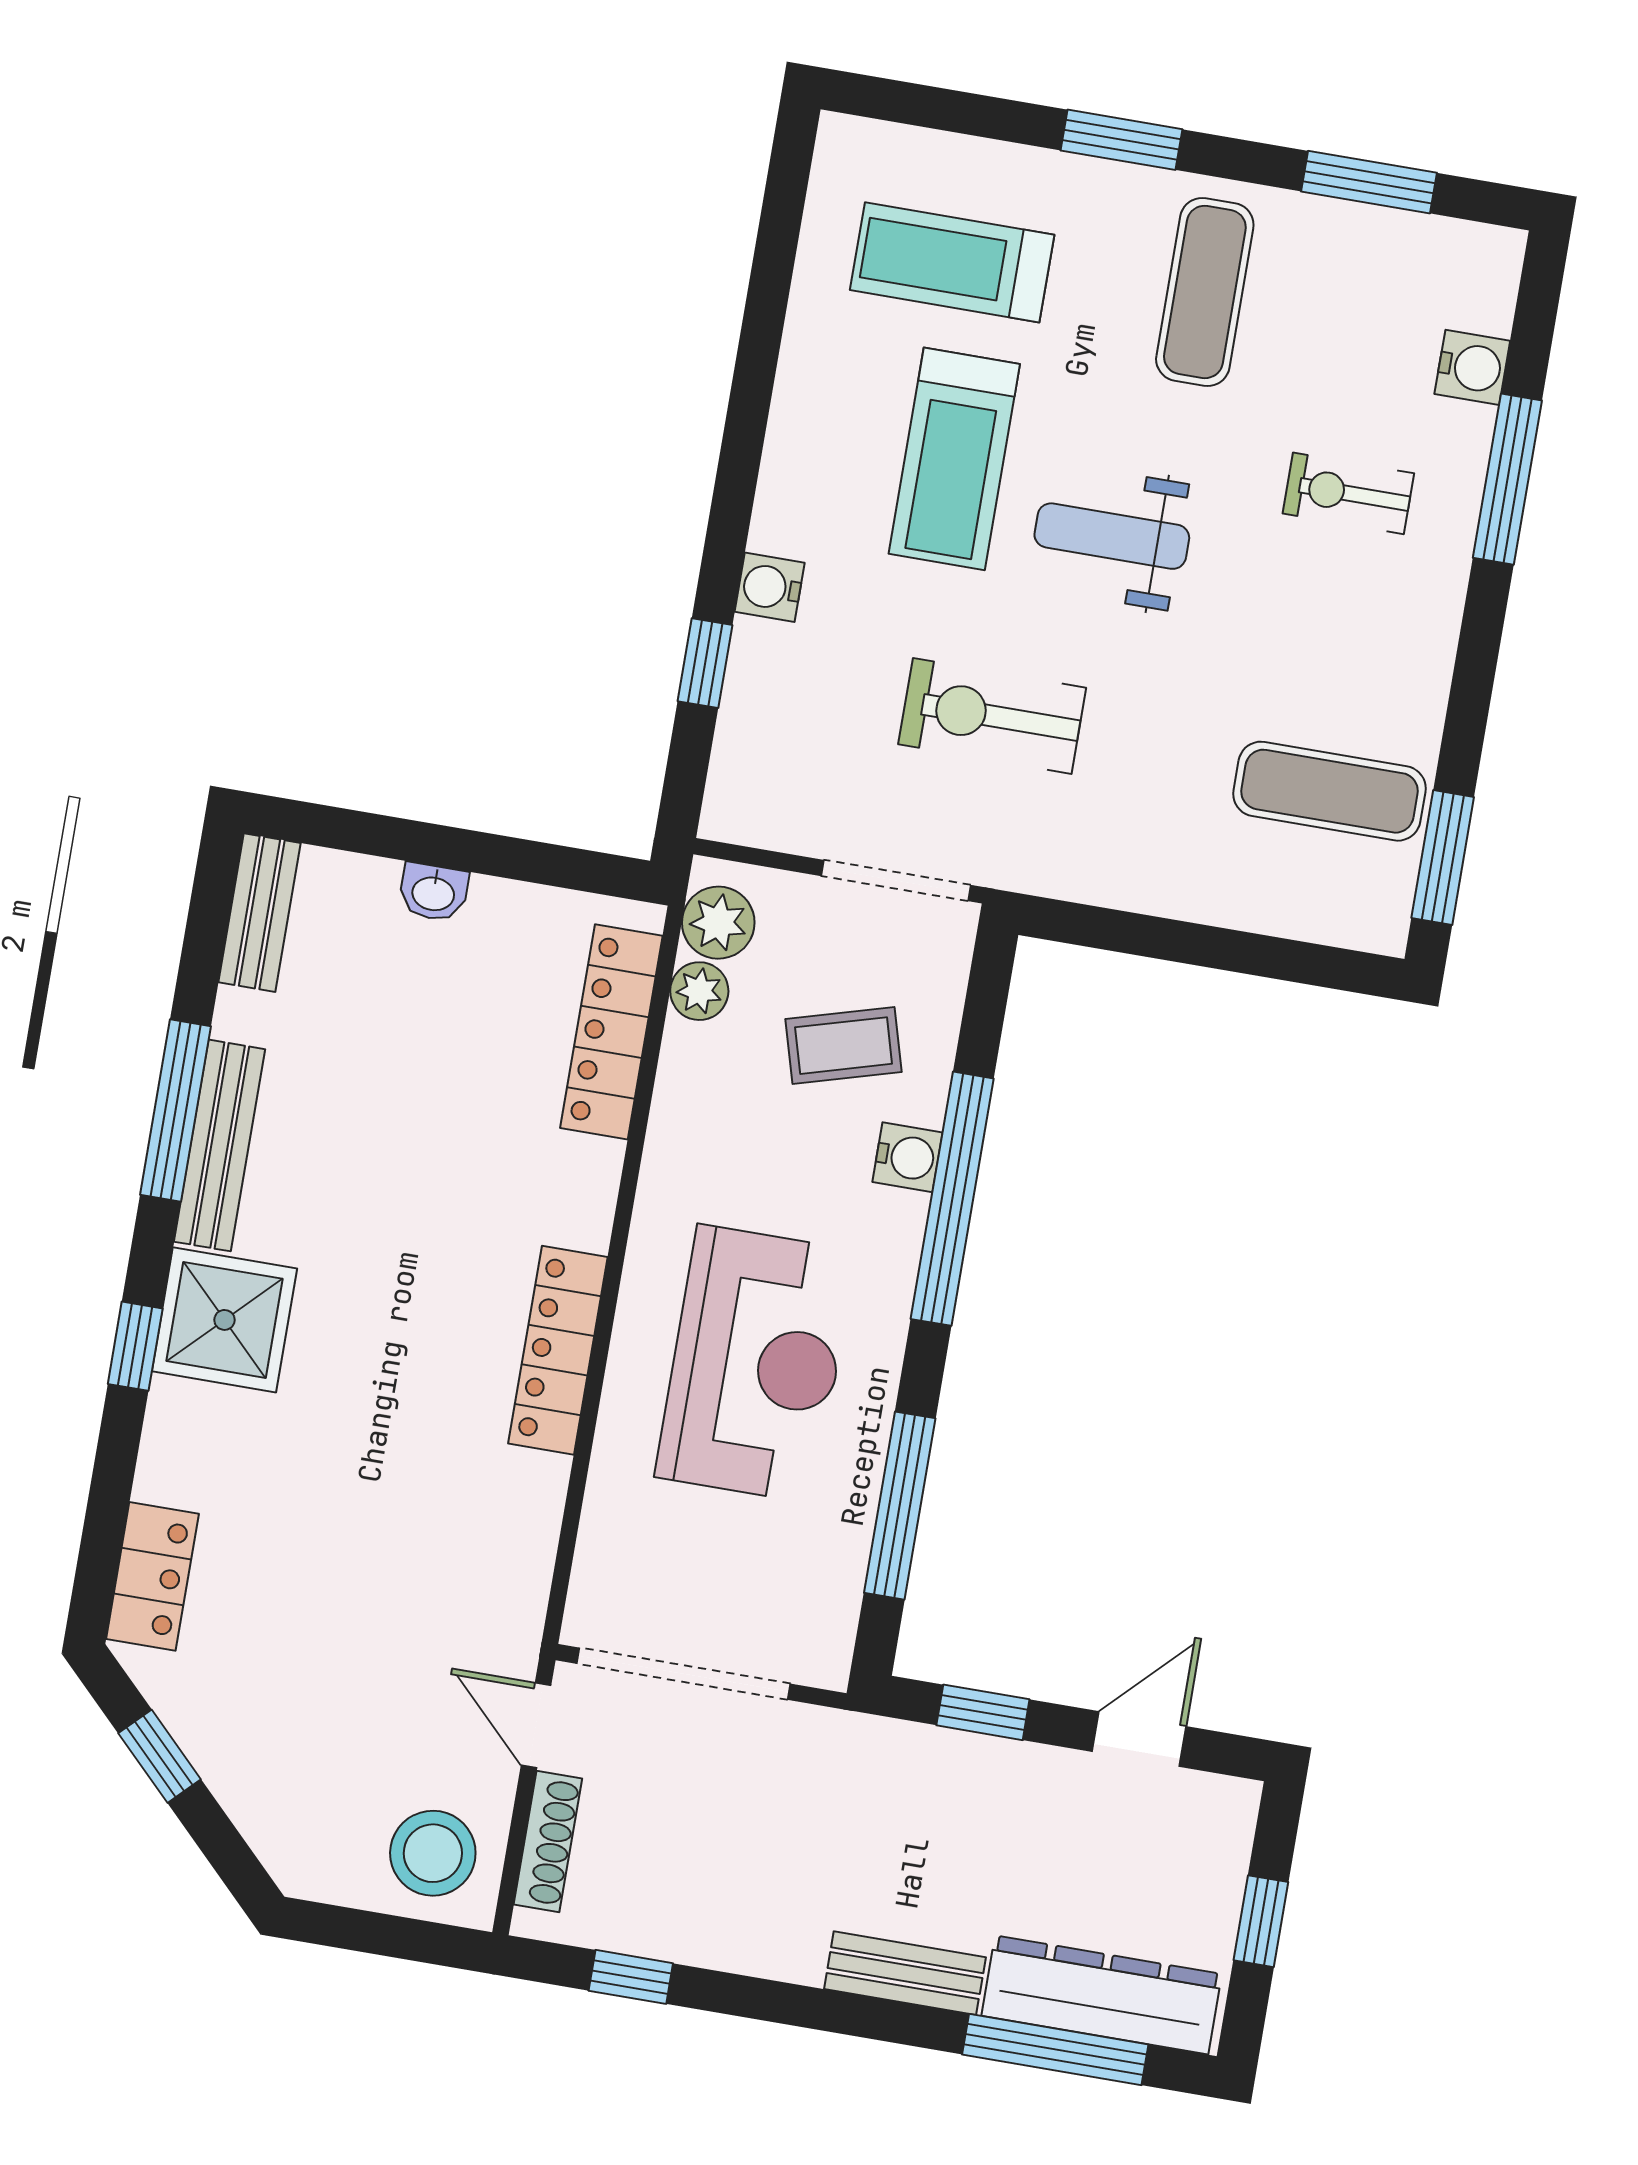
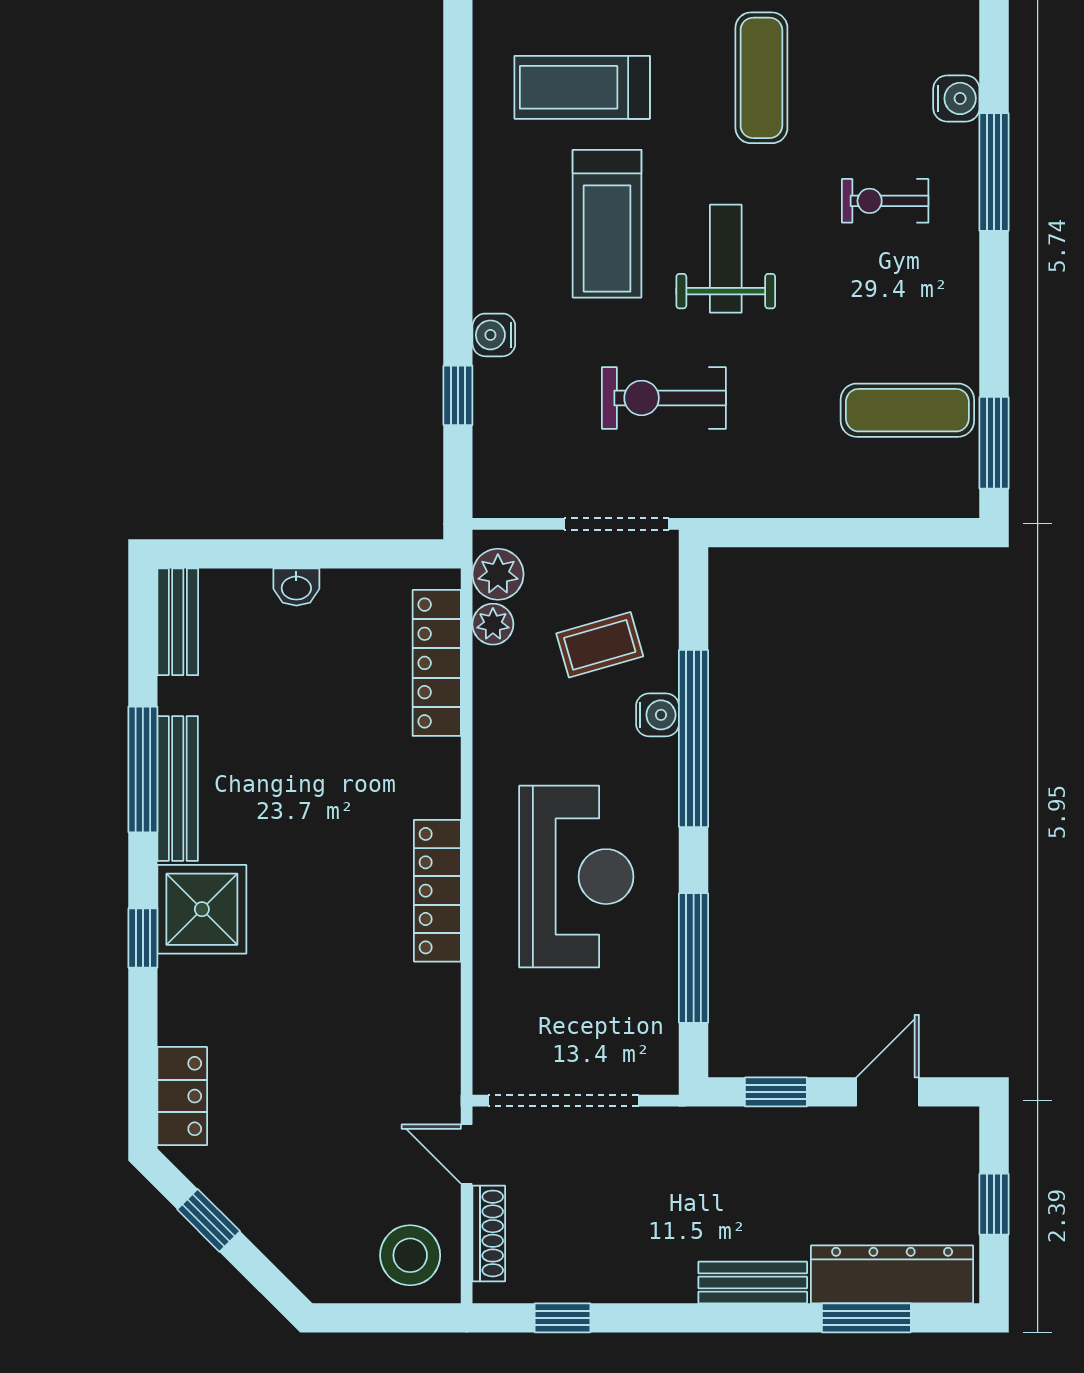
weight bench: (1112, 536) -> (726, 259), turned 90
window: (1055, 2050) -> (866, 1318), width x0.69

